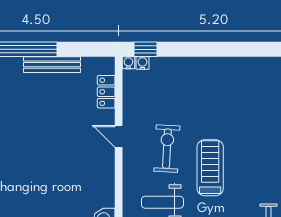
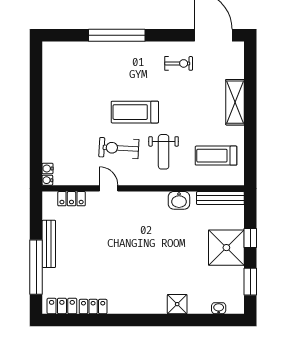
window: (145, 49) -> (36, 166), removed
door: (119, 136) -> (109, 188), swing flipped

